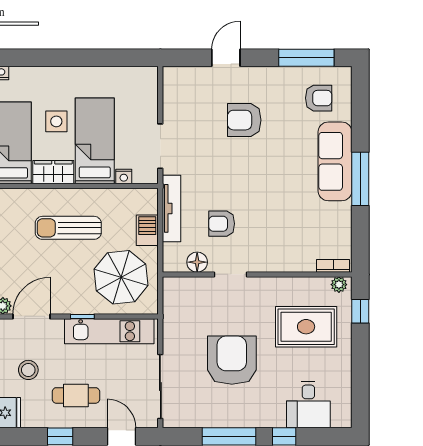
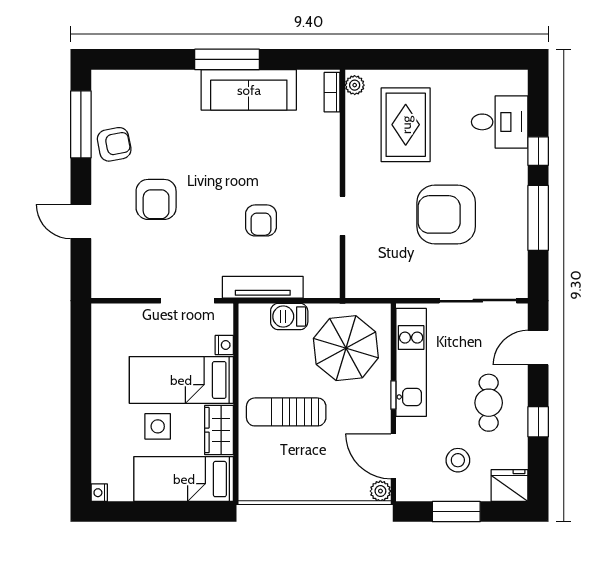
armchair: (319, 98) -> (114, 144), moved, turned 79
sofa: (335, 161) -> (249, 90), moved
armchair: (222, 224) -> (261, 220), moved
sun lounger: (68, 228) -> (286, 412), turned 90
floor lamp: (197, 262) -> (328, 256), removed
window: (360, 311) -> (387, 59), removed

